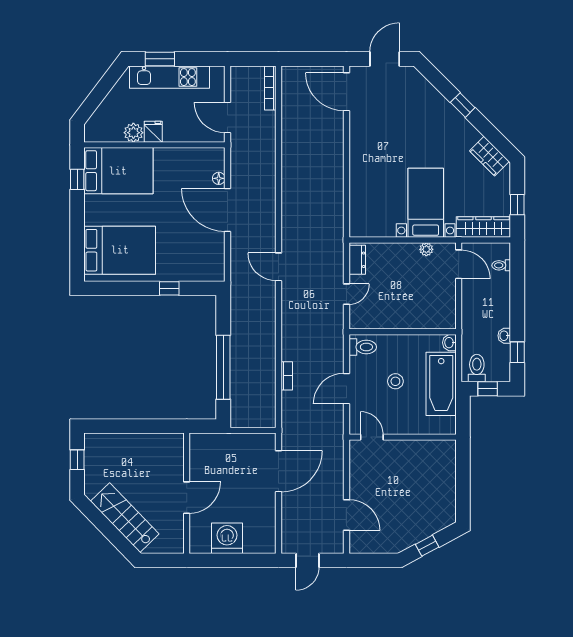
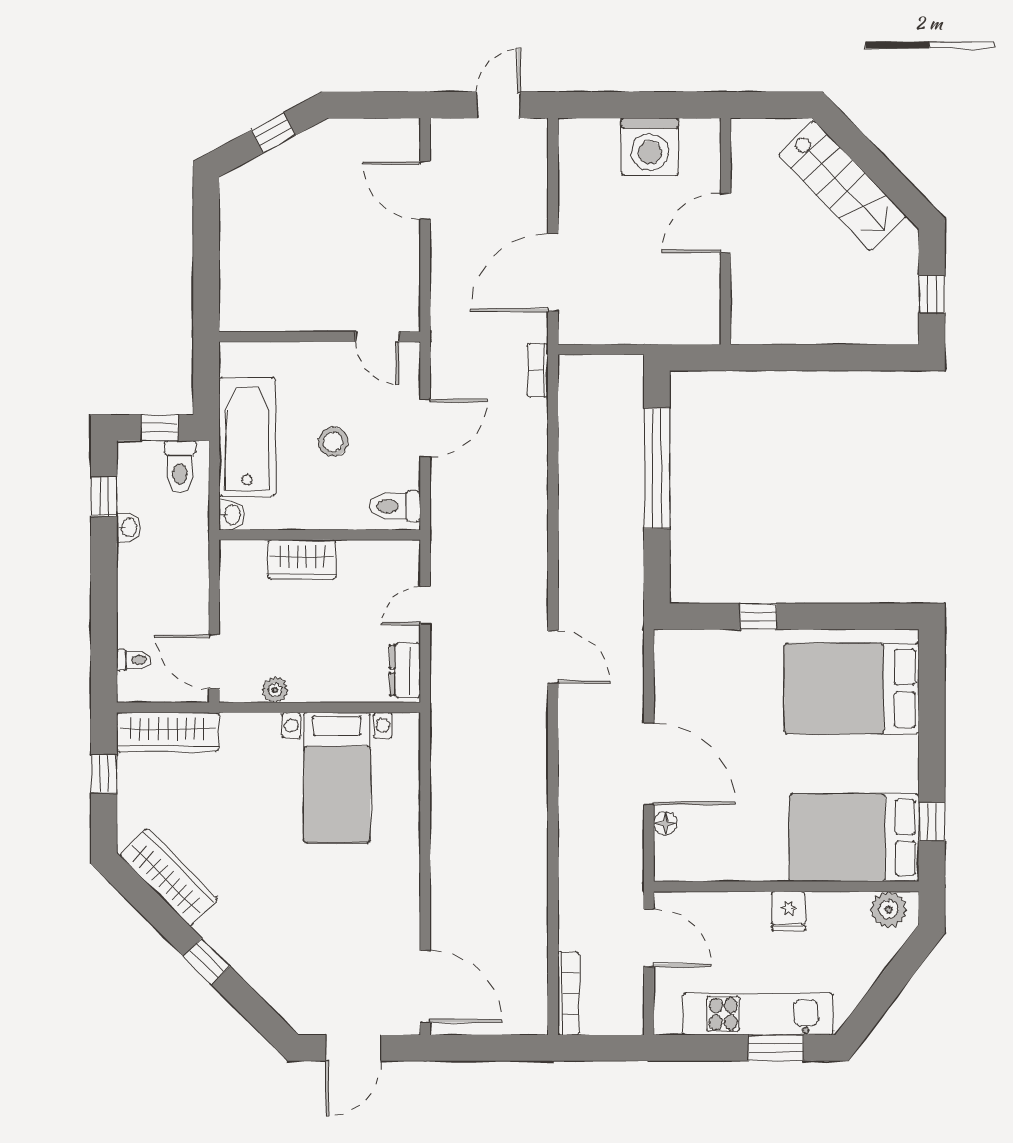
plant: (133, 133) -> (889, 909), moved
wardrobe: (489, 156) -> (168, 877), width x1.50
bed with nightstands: (426, 203) -> (337, 778), moved
wardrobe: (412, 319) -> (302, 559), added
bookcase: (287, 376) -> (538, 370), moved

